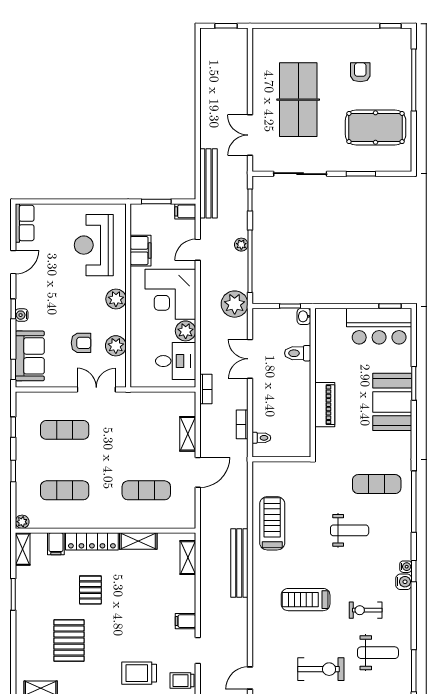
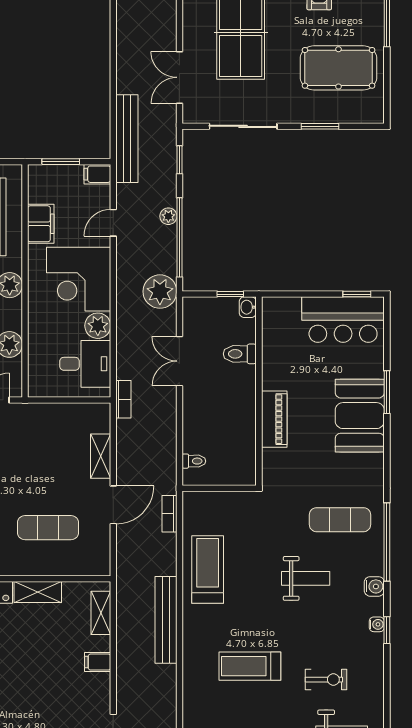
bookcase: (242, 424) -> (169, 514), moved
water cooler: (404, 582) -> (374, 586), moved
exercise bike: (366, 610) -> (326, 680), turned 180
filing cabinet: (185, 621) -> (98, 662), moved

